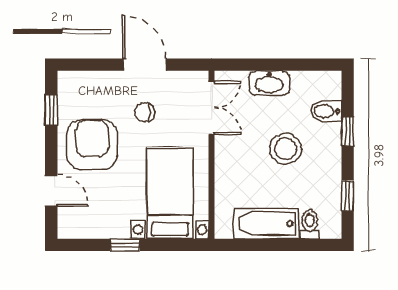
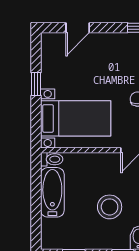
armchair: (92, 145) -> (113, 59), removed
toilet: (310, 224) -> (52, 159), moved

